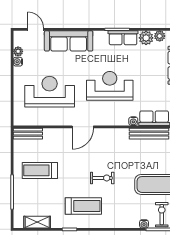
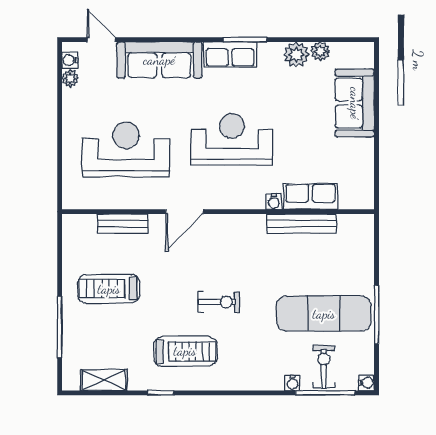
row of seats: (123, 38) -> (230, 54), moved
water cooler: (18, 62) -> (70, 60), moved
bench: (28, 134) -> (123, 224), moved

